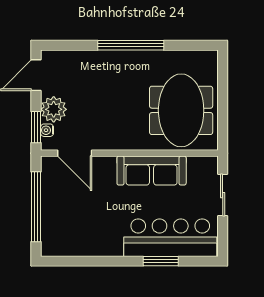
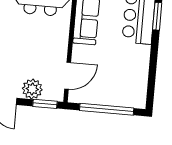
water cooler: (47, 130) -> (48, 96), removed

